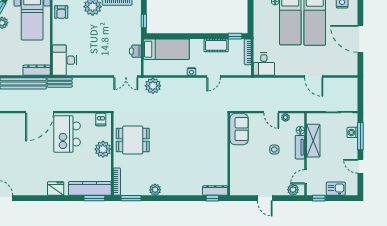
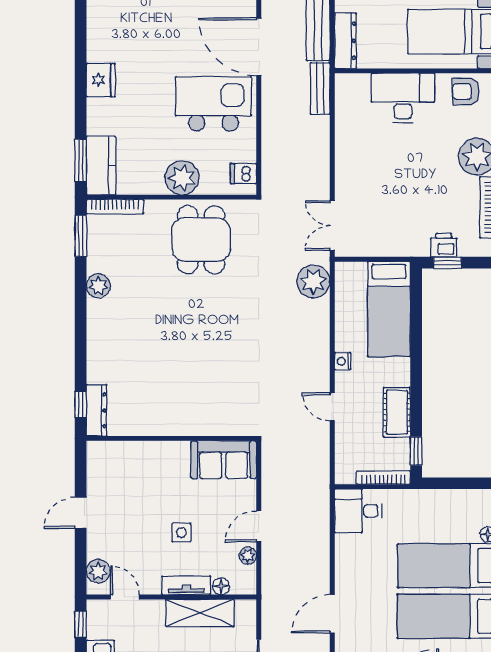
printer: (135, 51) -> (444, 245), moved
desk: (64, 60) -> (403, 98), moved
kitchen counter: (90, 188) -> (101, 166), width x0.67

